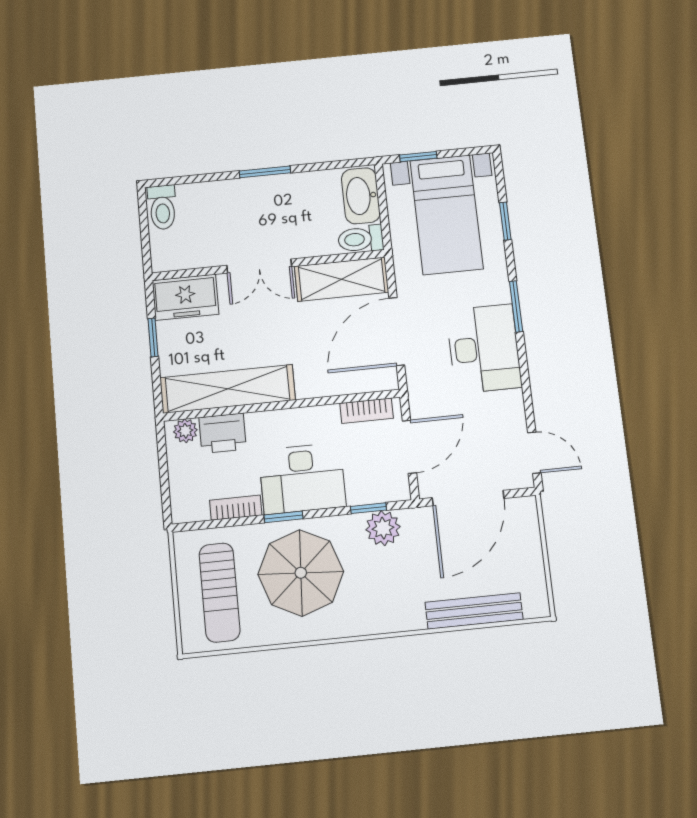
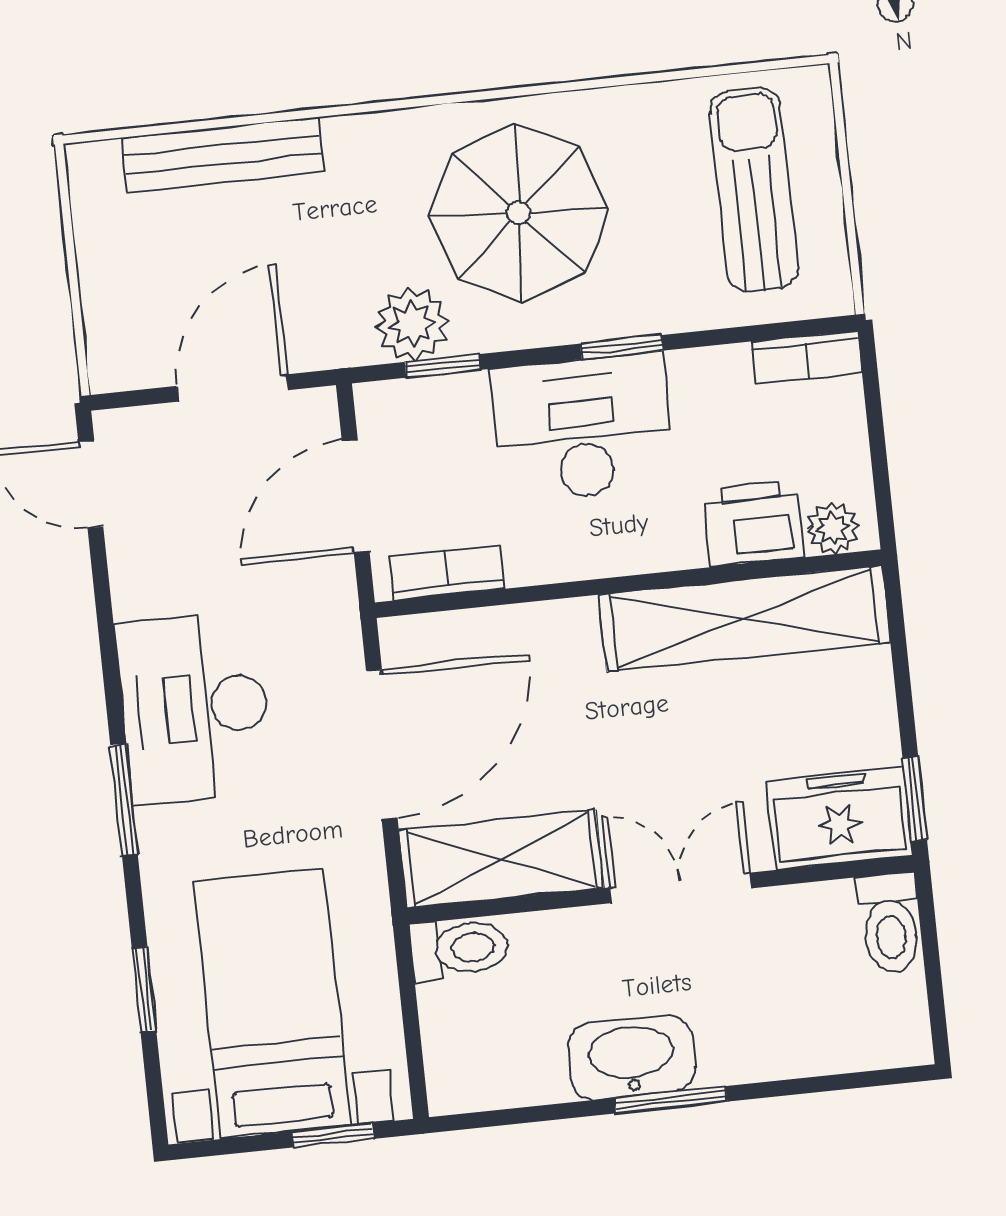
washbasin: (361, 196) -> (632, 1058), moved, turned -90
toilet: (162, 207) -> (890, 923), moved, turned 180
window: (153, 337) -> (915, 799), moved
door: (468, 498) -> (233, 388), width x0.73
bookcase: (236, 508) -> (807, 357), moved
parasol: (301, 573) -> (519, 213), moved

